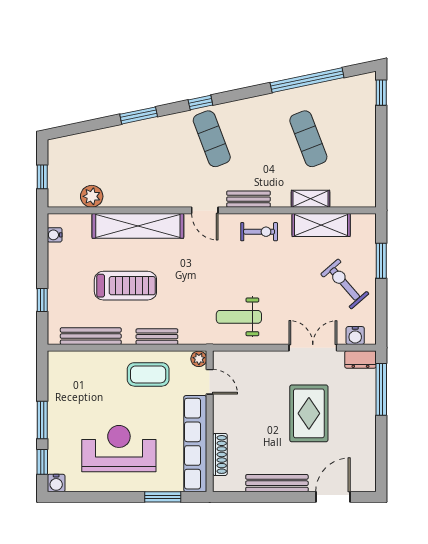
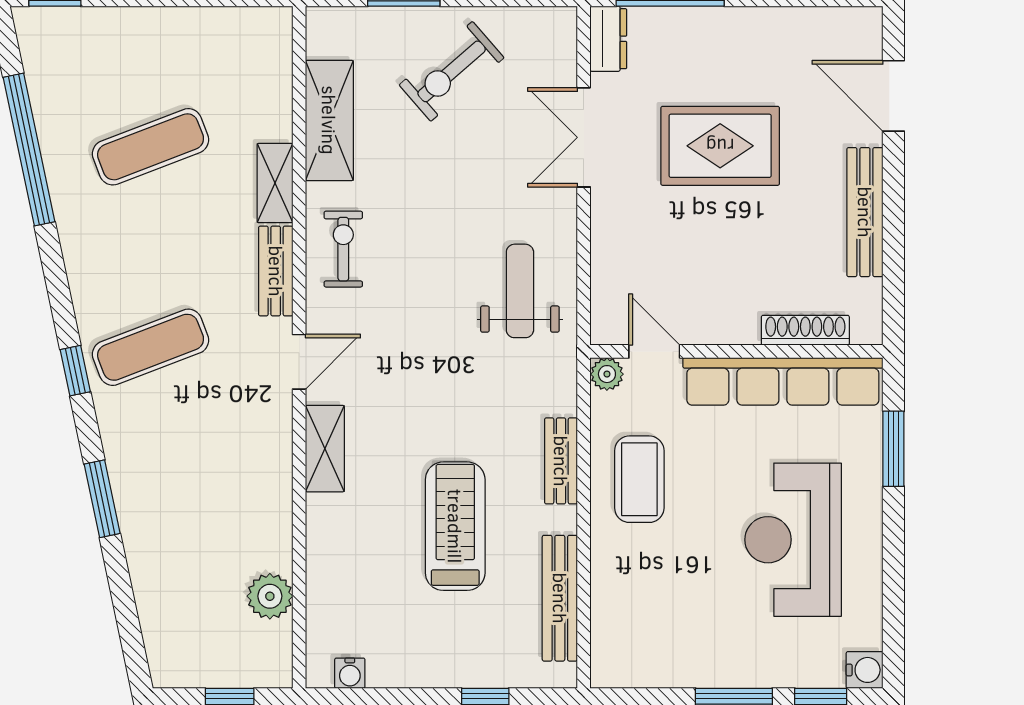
shelving: (311, 199) -> (275, 183), moved
shelving: (138, 226) -> (325, 449), width x0.45, depth x0.75
weight bench: (239, 317) -> (520, 291), turned 180
water cooler: (355, 336) -> (559, 50), removed
door: (210, 382) -> (654, 351), hinge flipped

